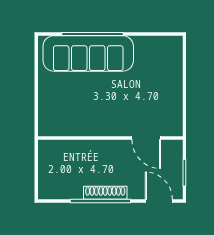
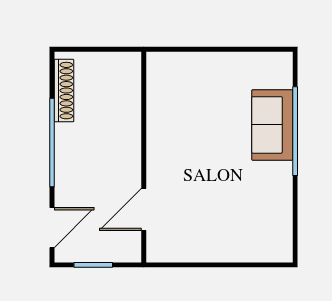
sofa: (88, 53) -> (272, 125), width x0.54, depth x0.79
shoe rack: (105, 193) -> (64, 91), moved

